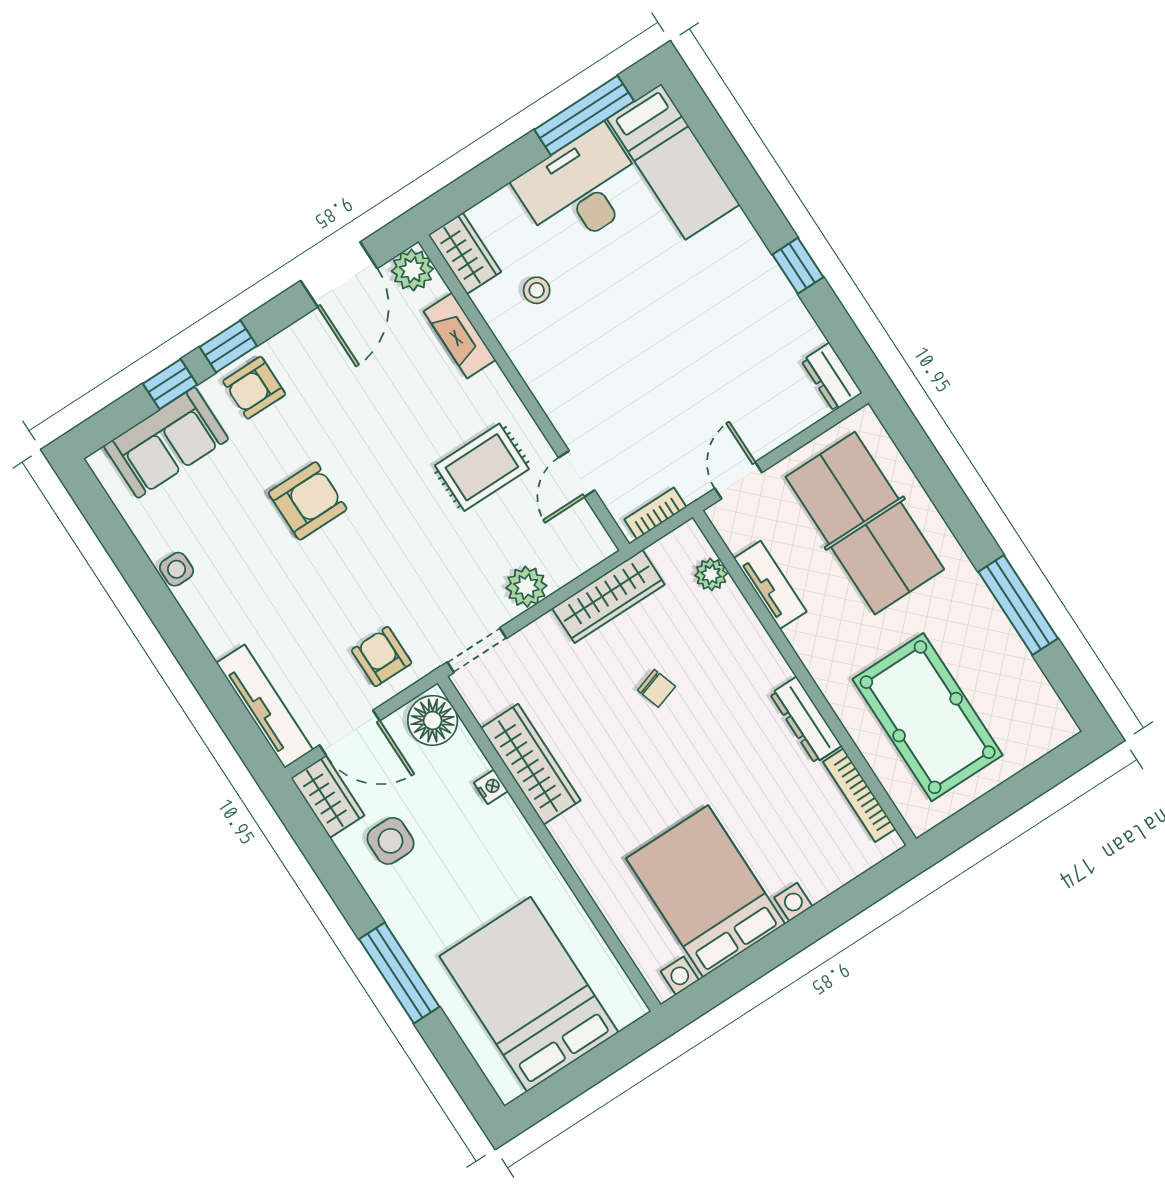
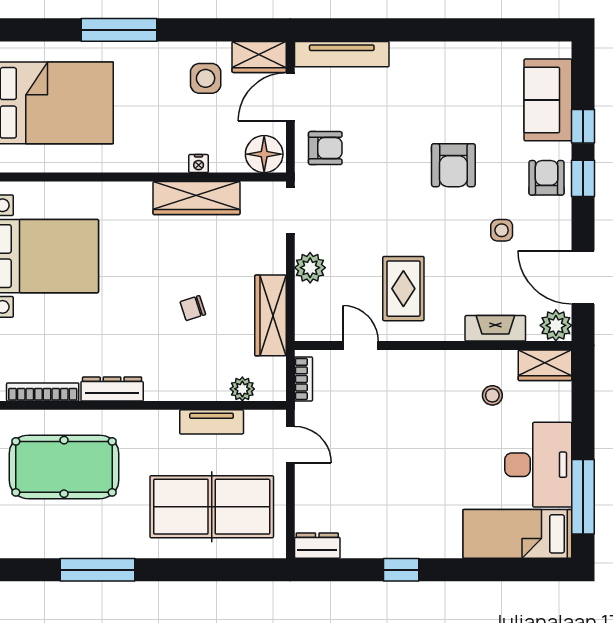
side table: (176, 569) -> (502, 230), moved

